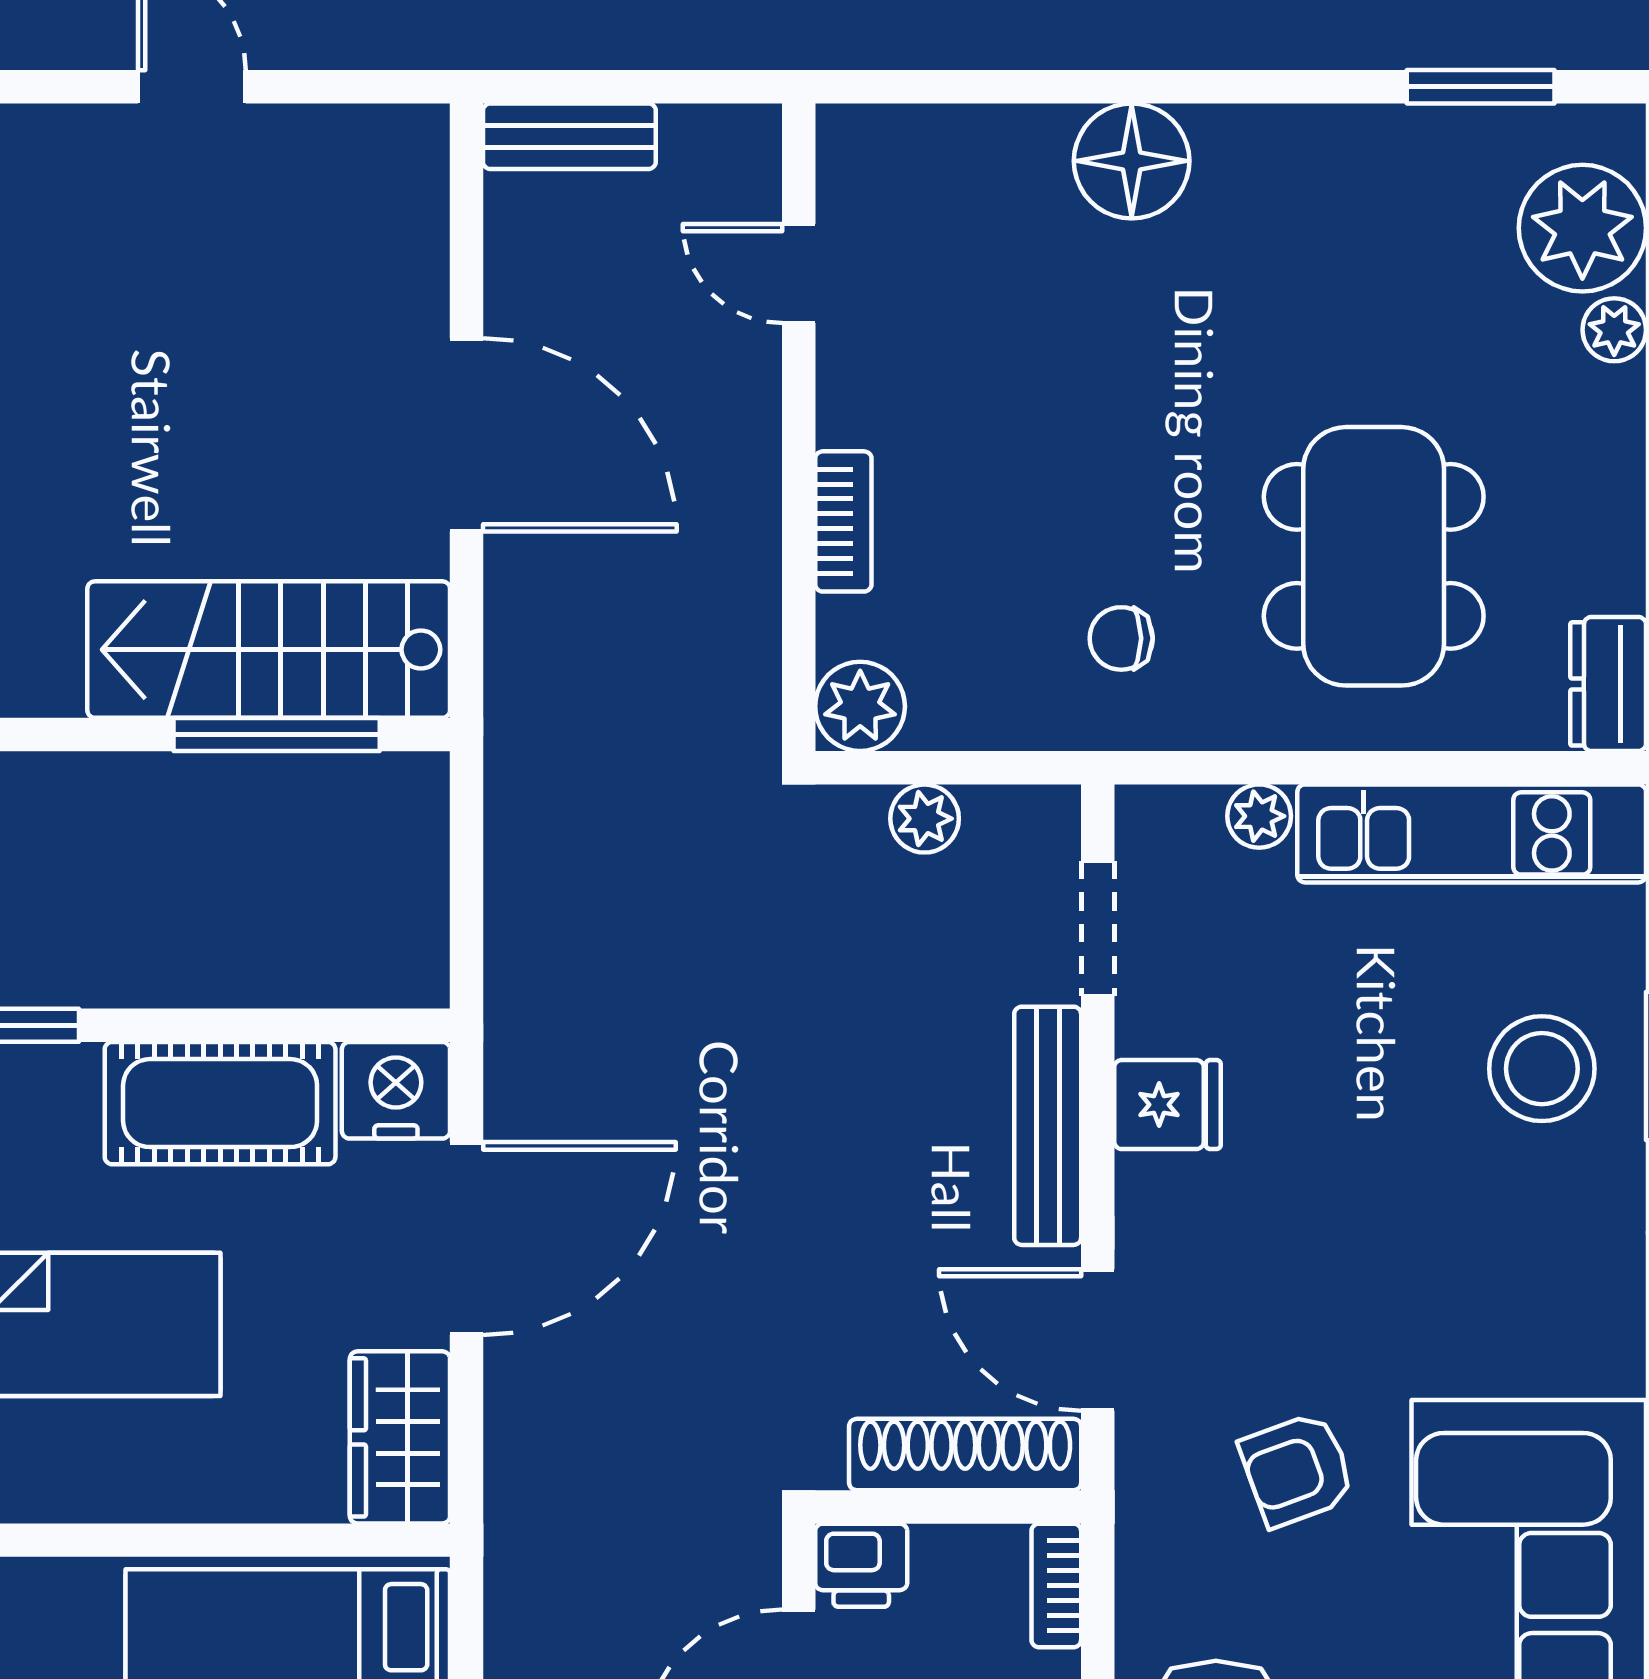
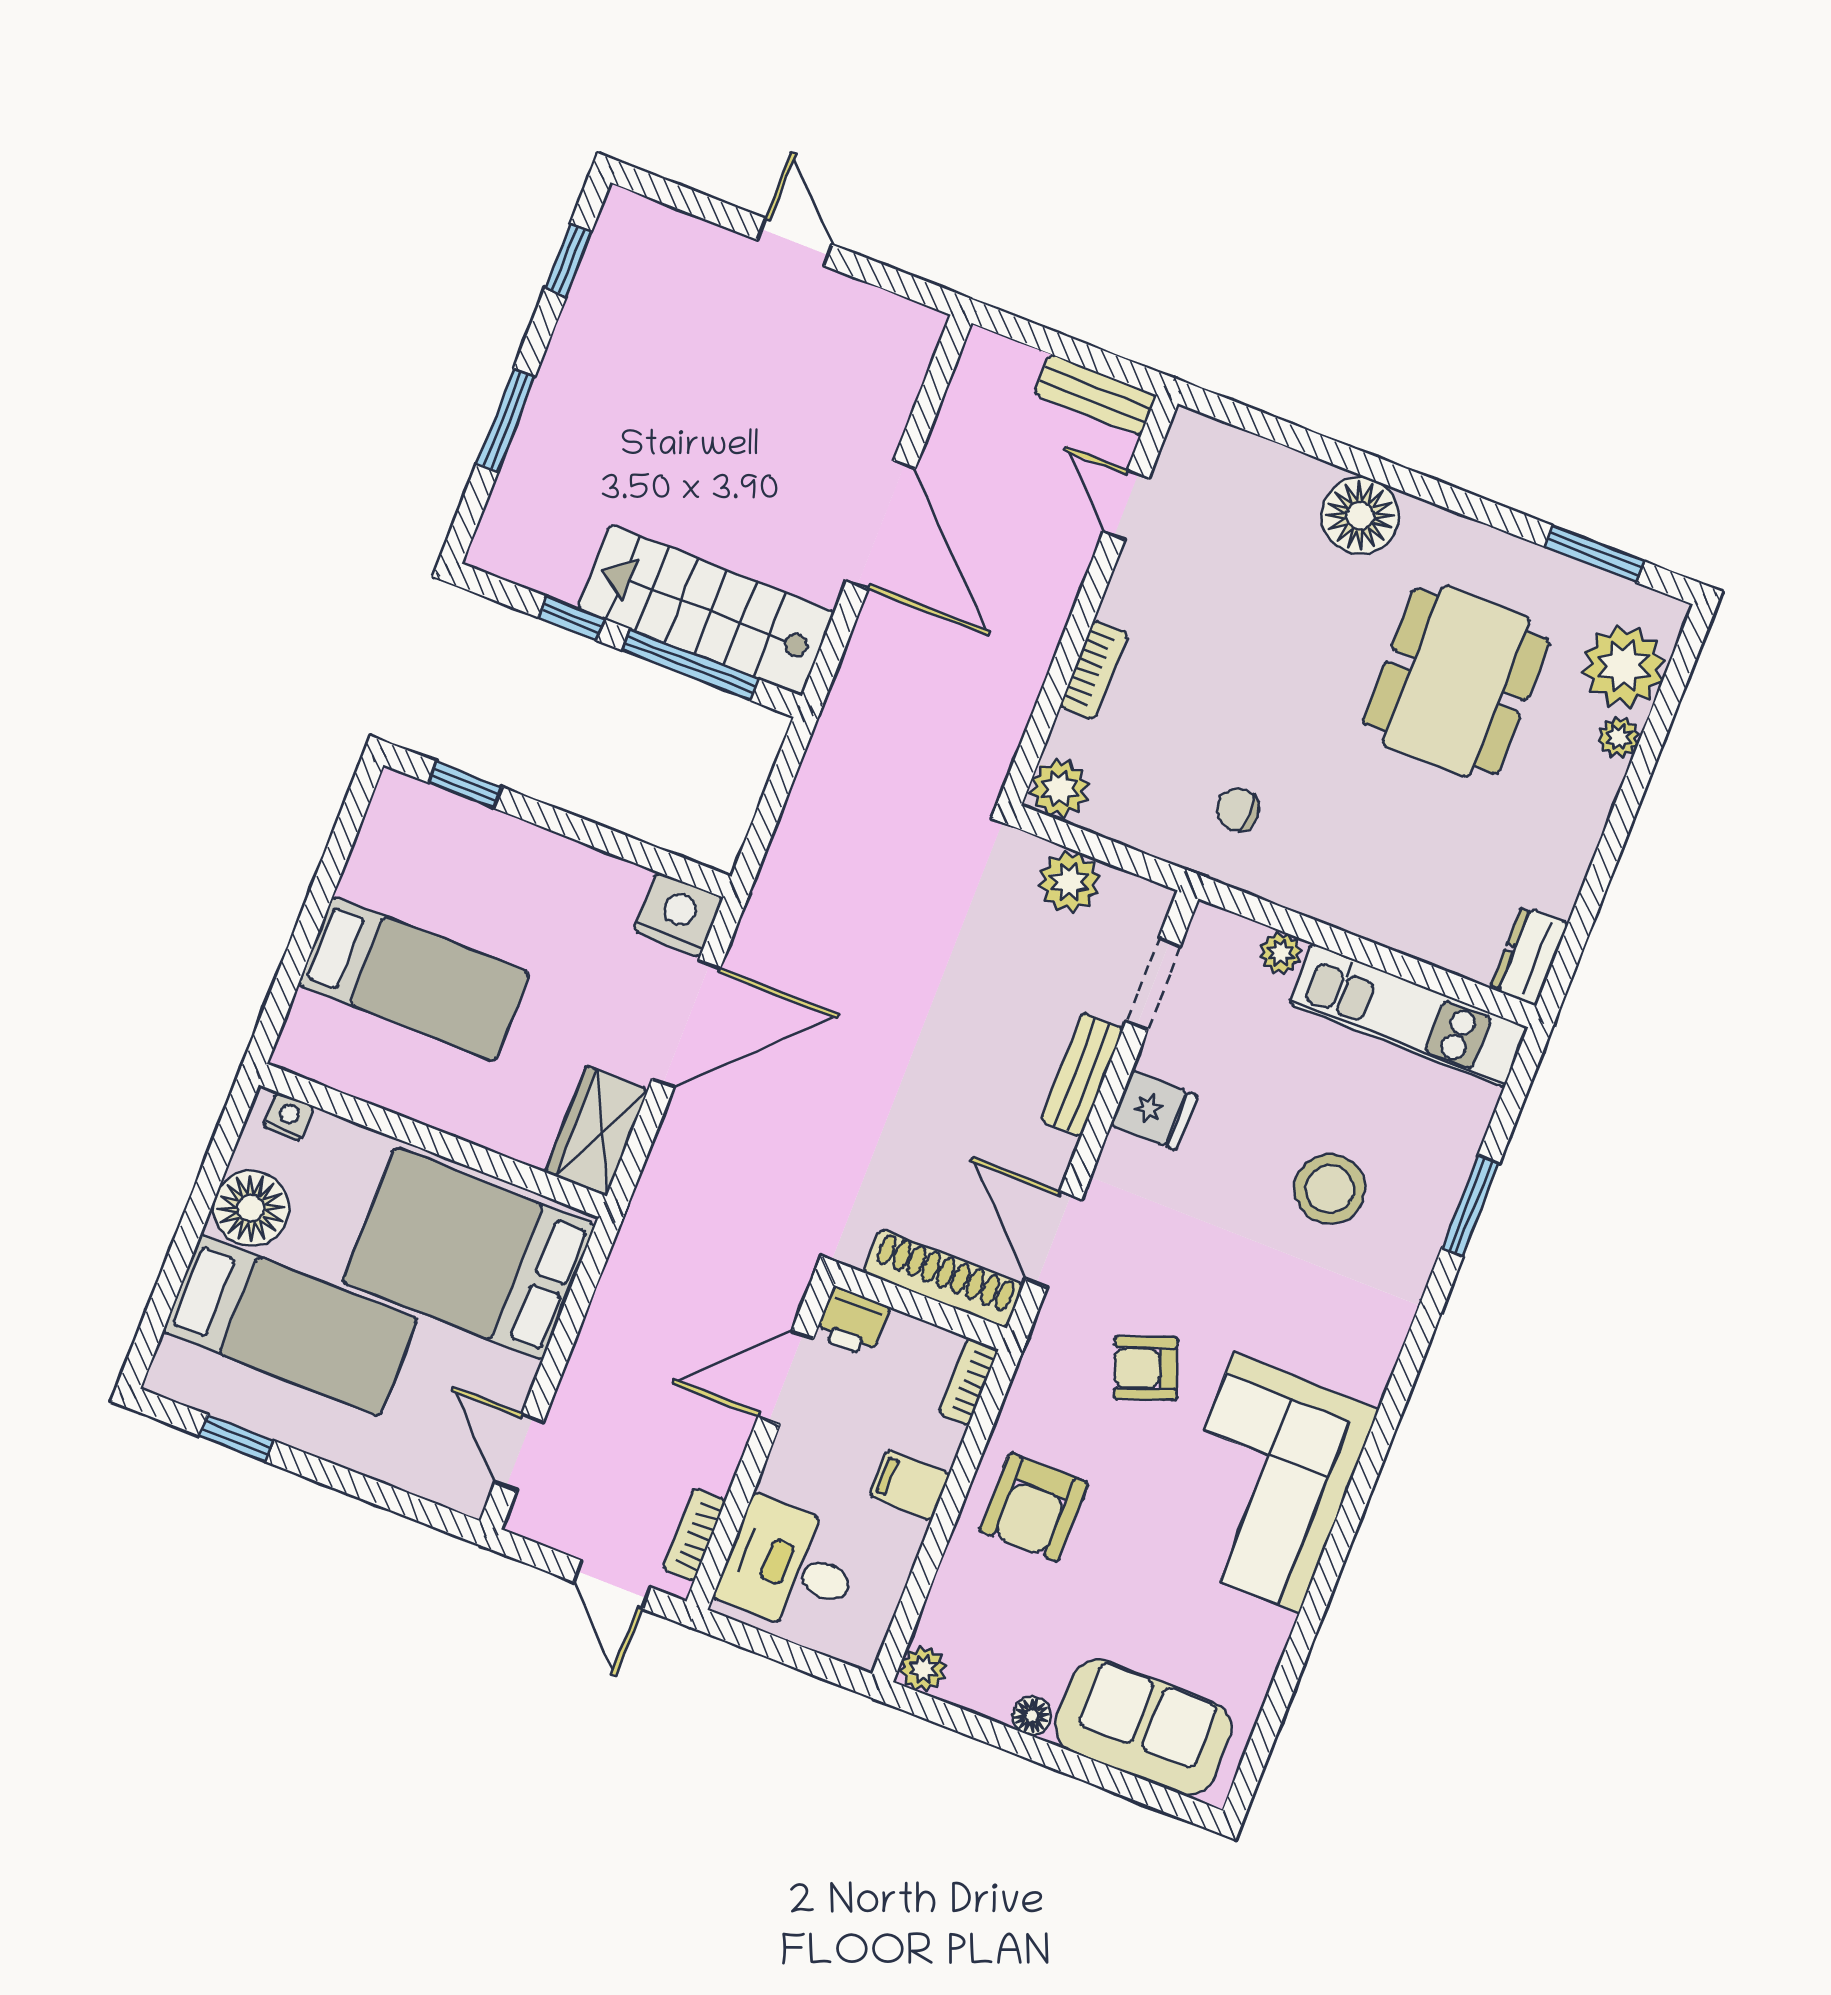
bench: (569, 136) -> (1095, 395), moved
dining table: (1374, 556) -> (1456, 681), moved
window: (85, 735) -> (571, 618), added
plant: (925, 819) -> (1069, 882), width x1.38, depth x1.38
stool: (1542, 1069) -> (1330, 1189), moved
cot: (220, 1103) -> (566, 880), removed
bench: (1048, 1126) -> (1082, 1075), width x0.73

